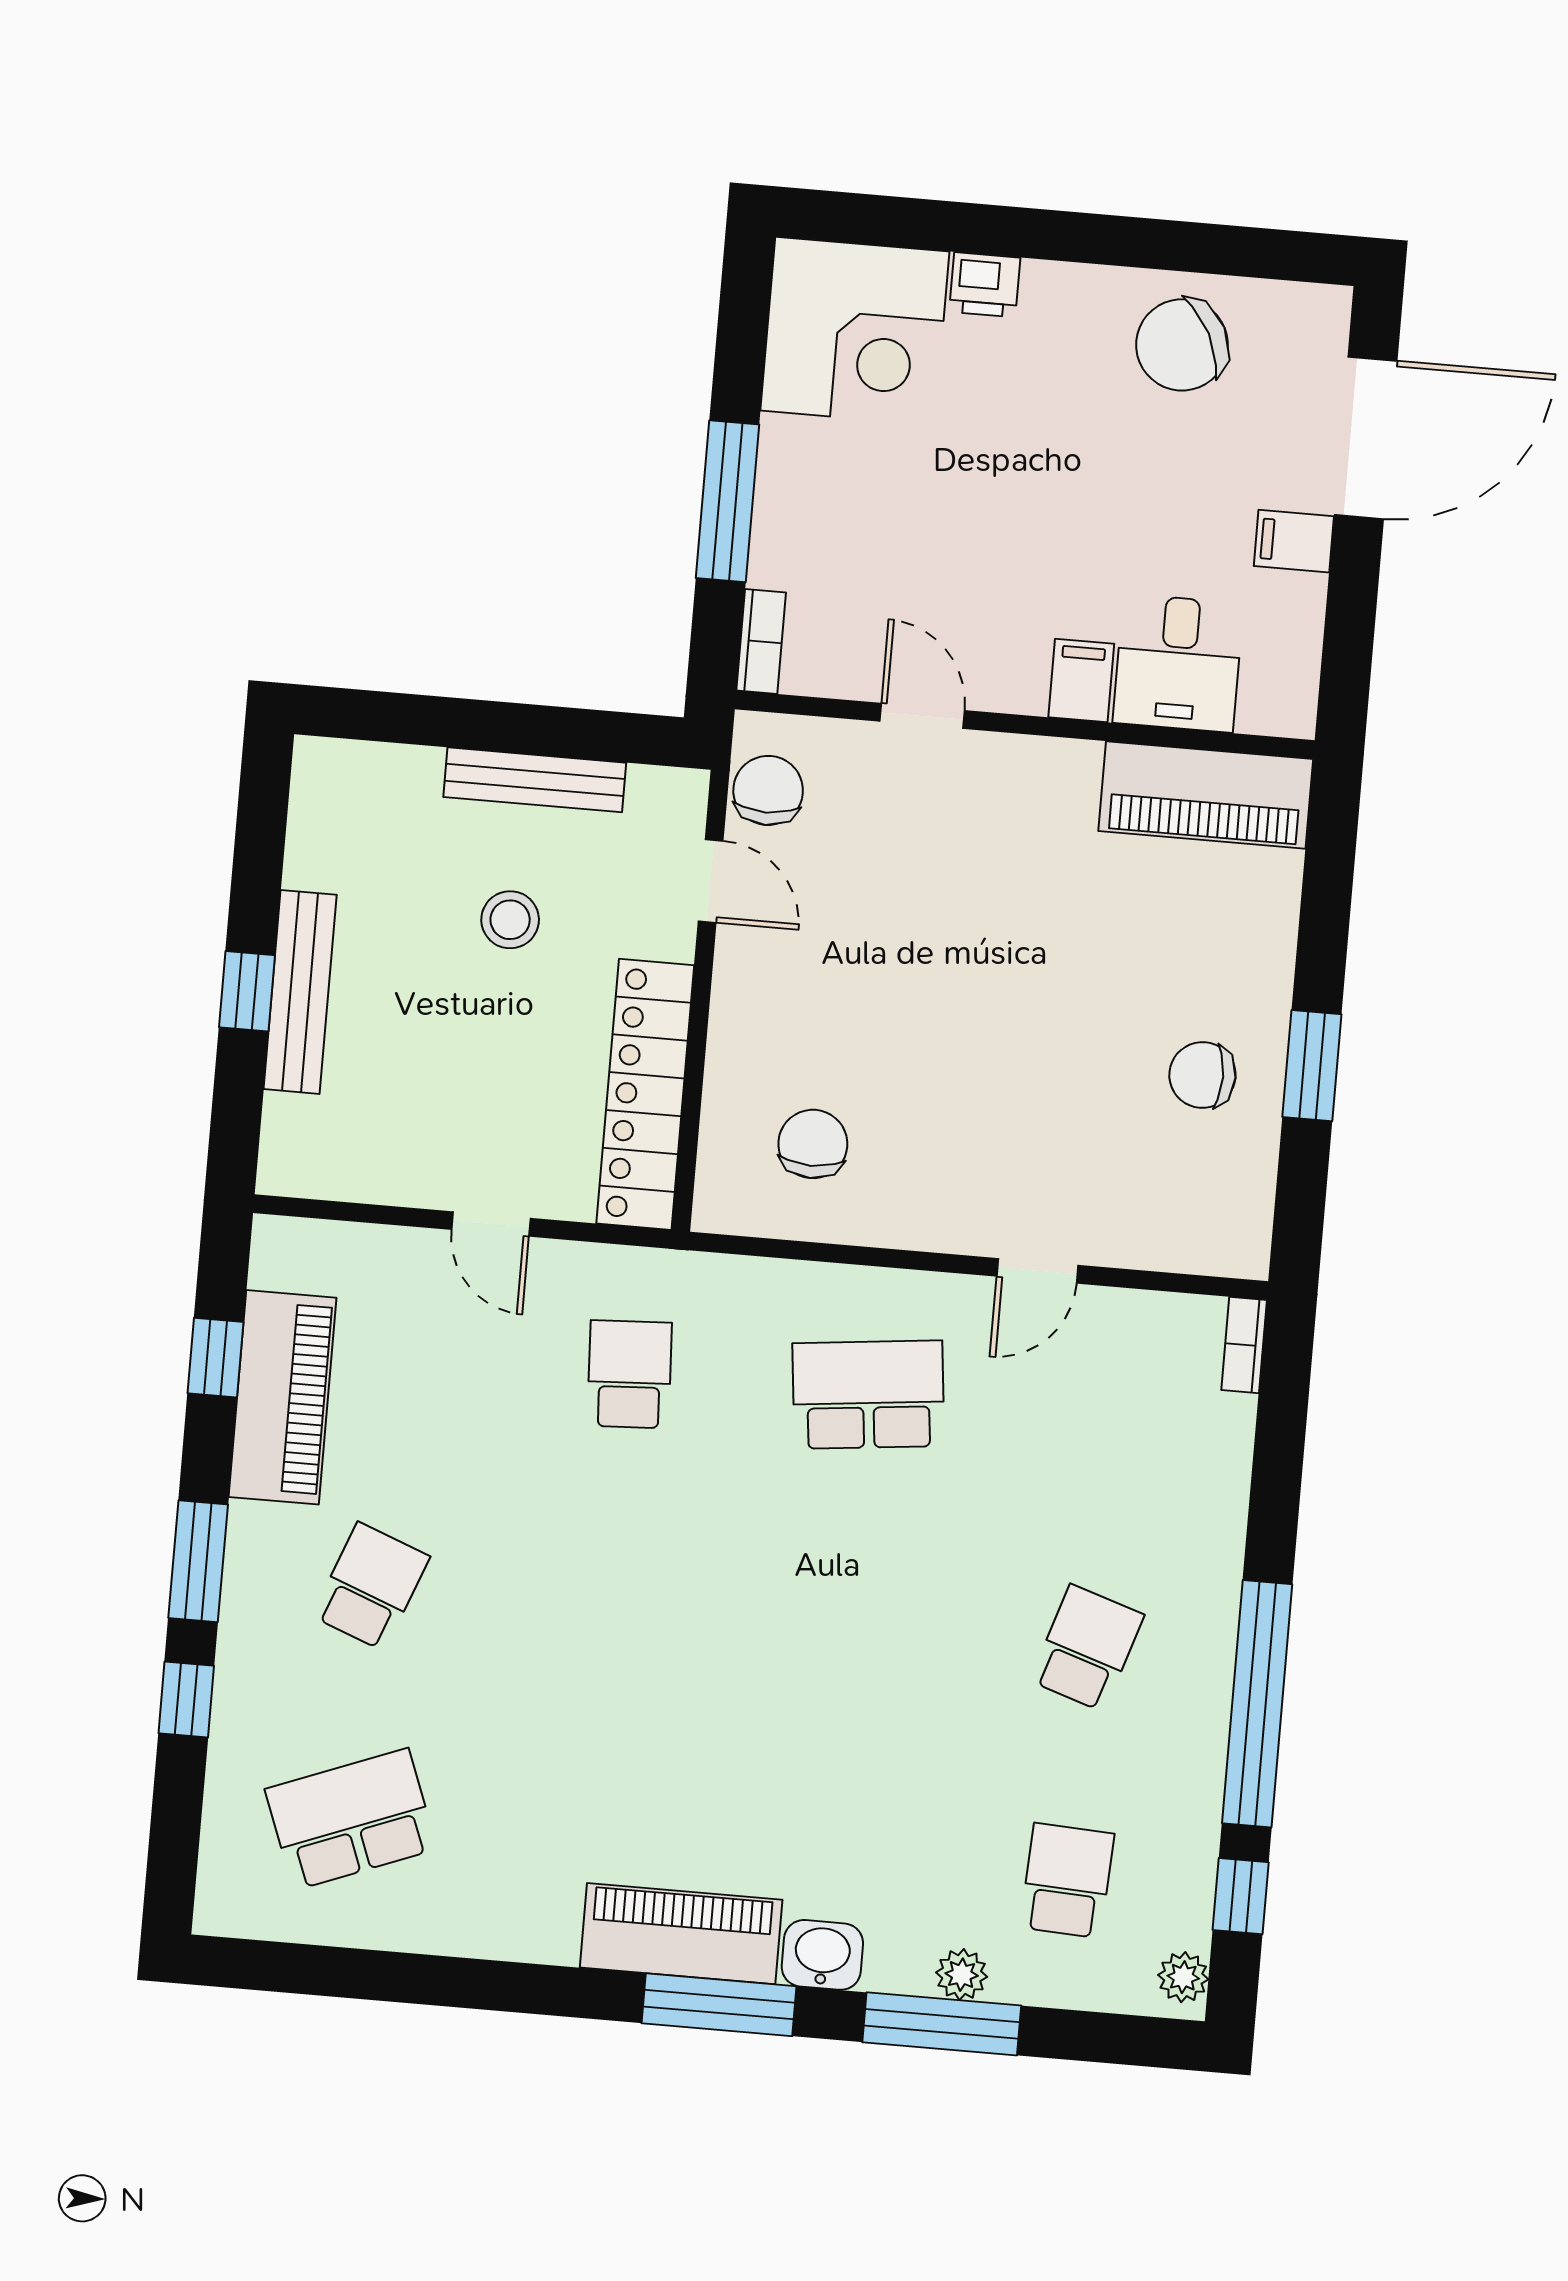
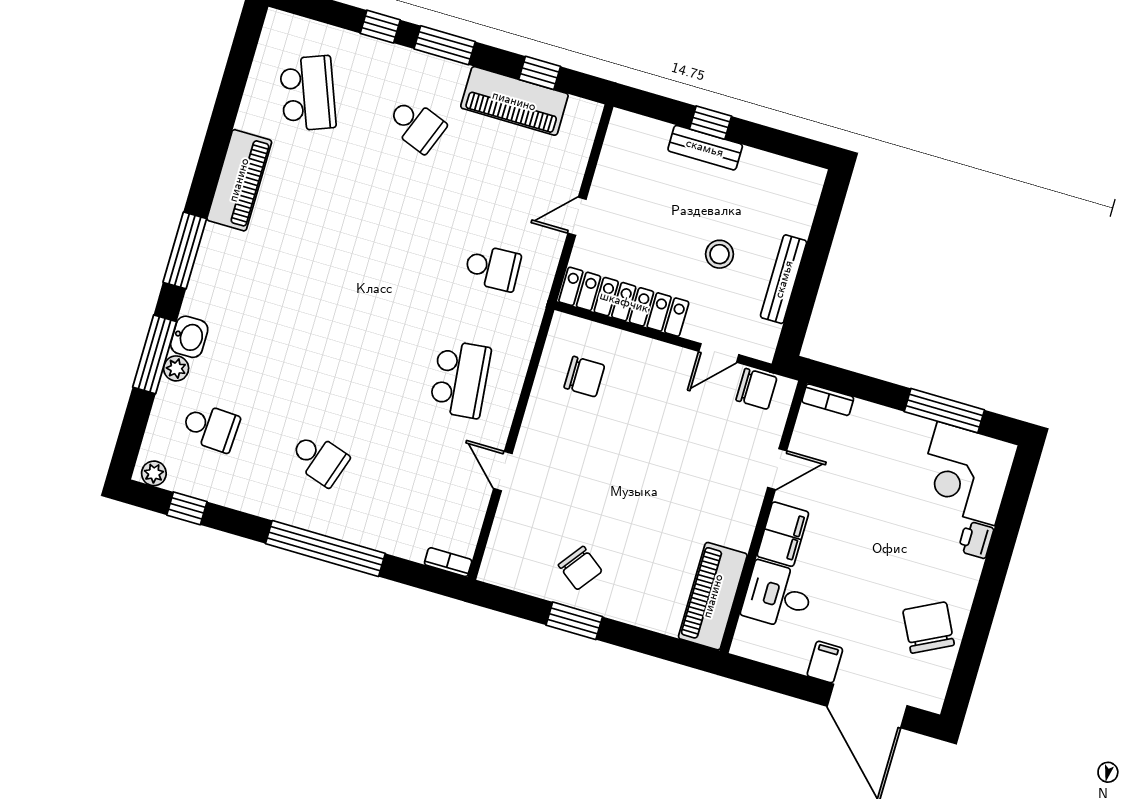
window: (728, 501) -> (944, 411), moved
filing cabinet: (1081, 681) -> (783, 534), width x2.00
bench: (300, 992) -> (705, 148), width x0.73
chair: (1202, 1075) -> (580, 568), turned 127
window: (1257, 1704) -> (325, 549), moved
piano: (681, 1934) -> (239, 180), moved
washbasin: (822, 1955) -> (189, 337), moved

